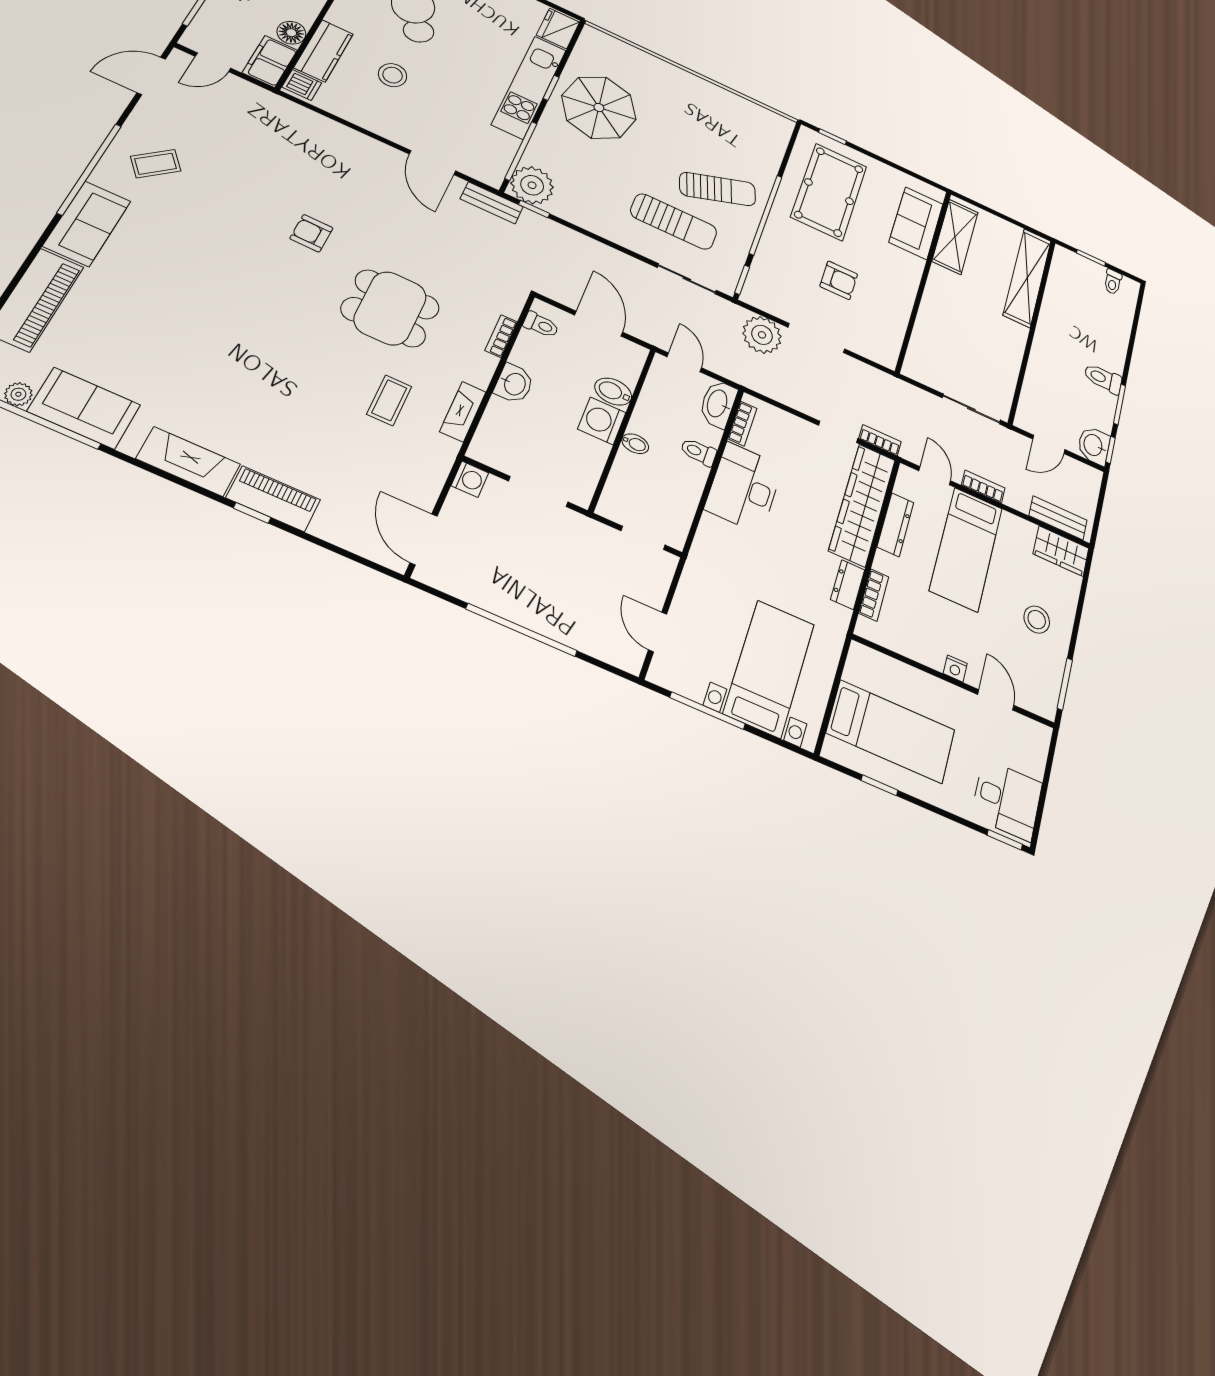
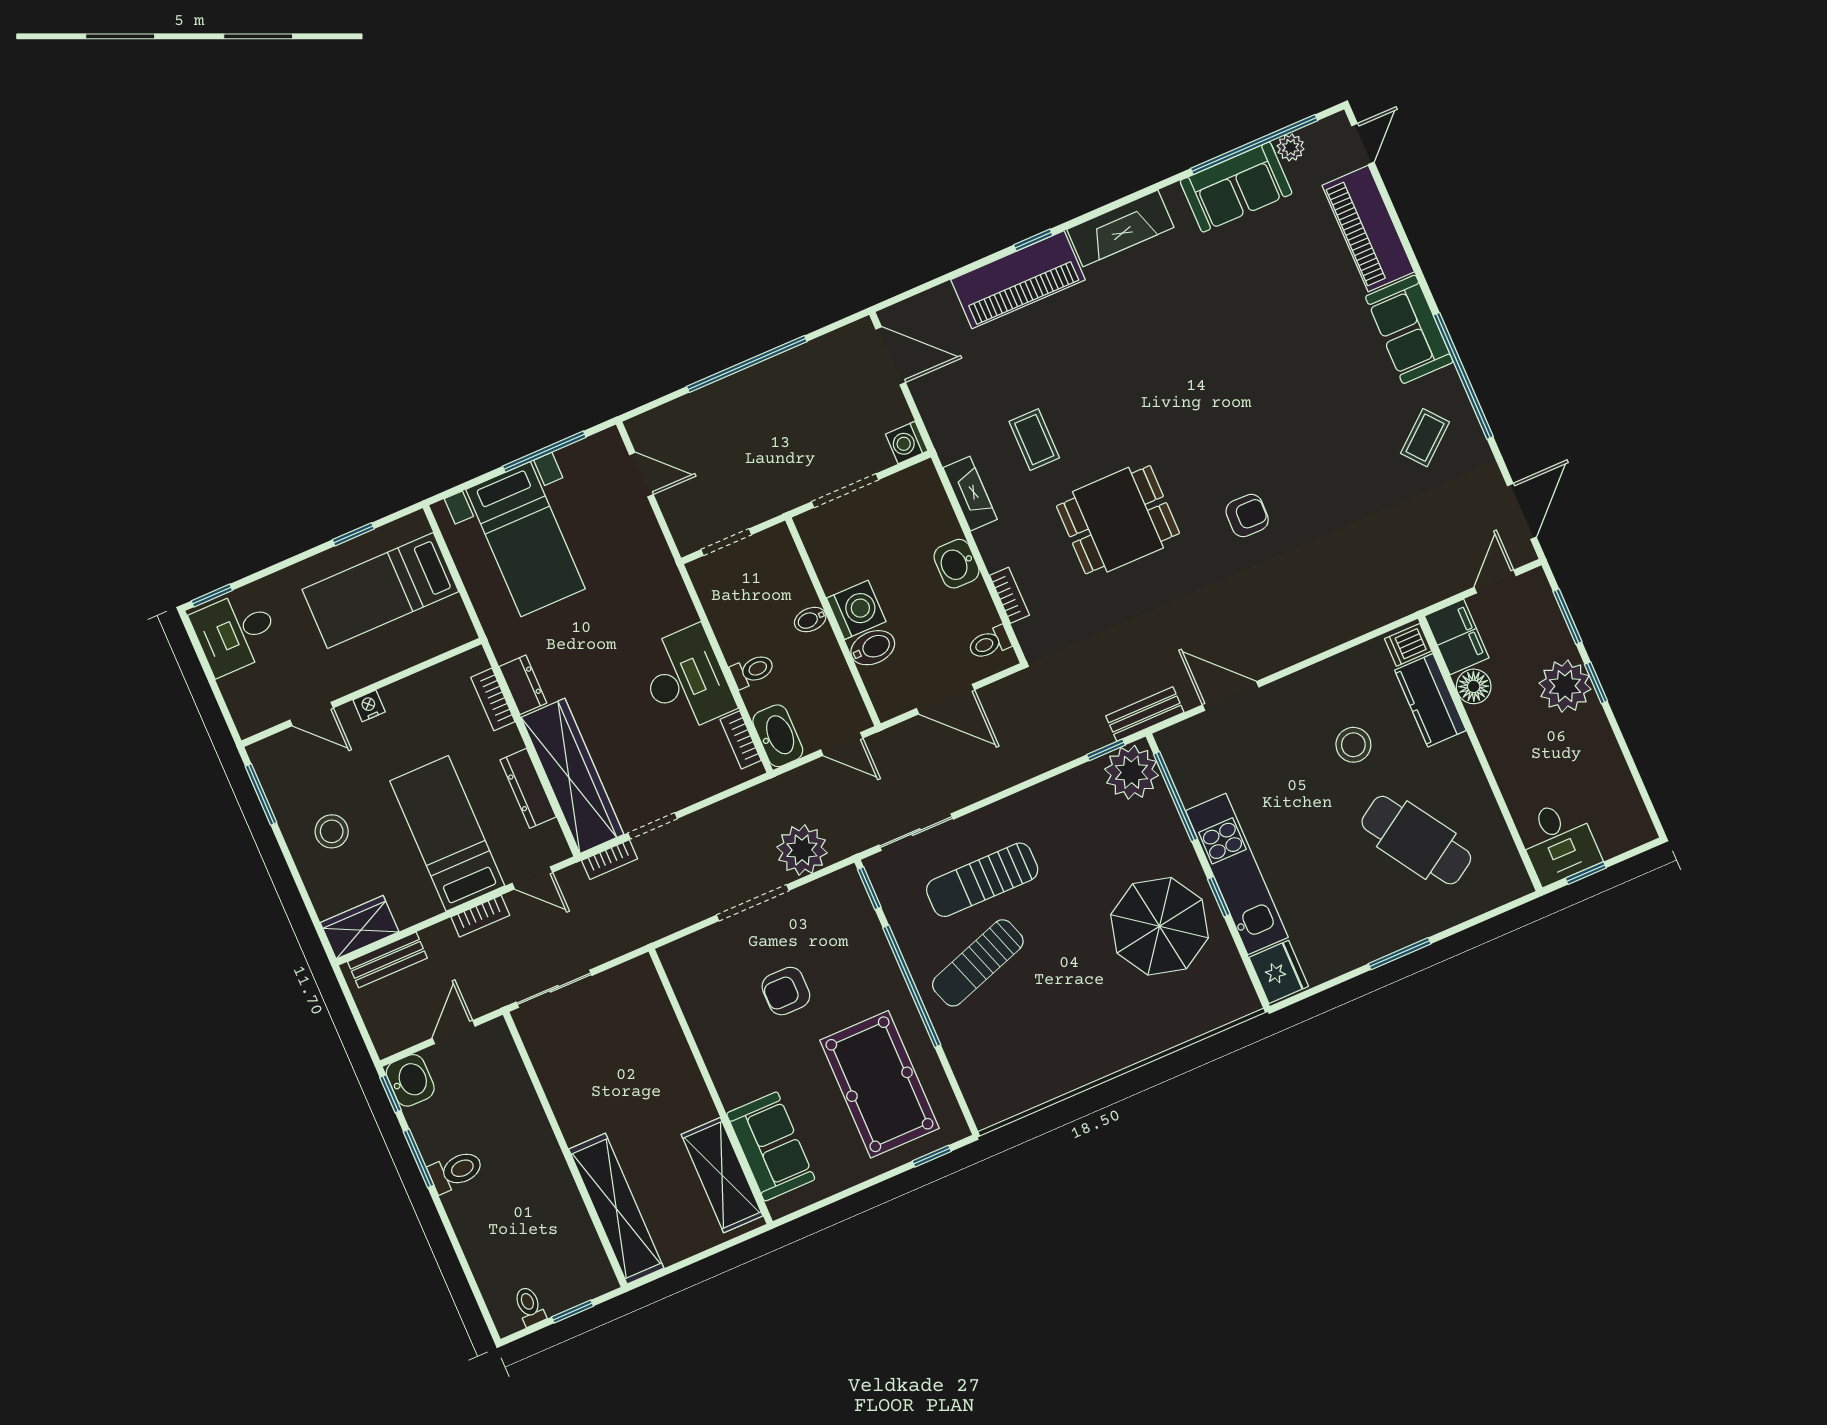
piano: (273, 499) -> (1018, 280), width x1.37, depth x1.33

